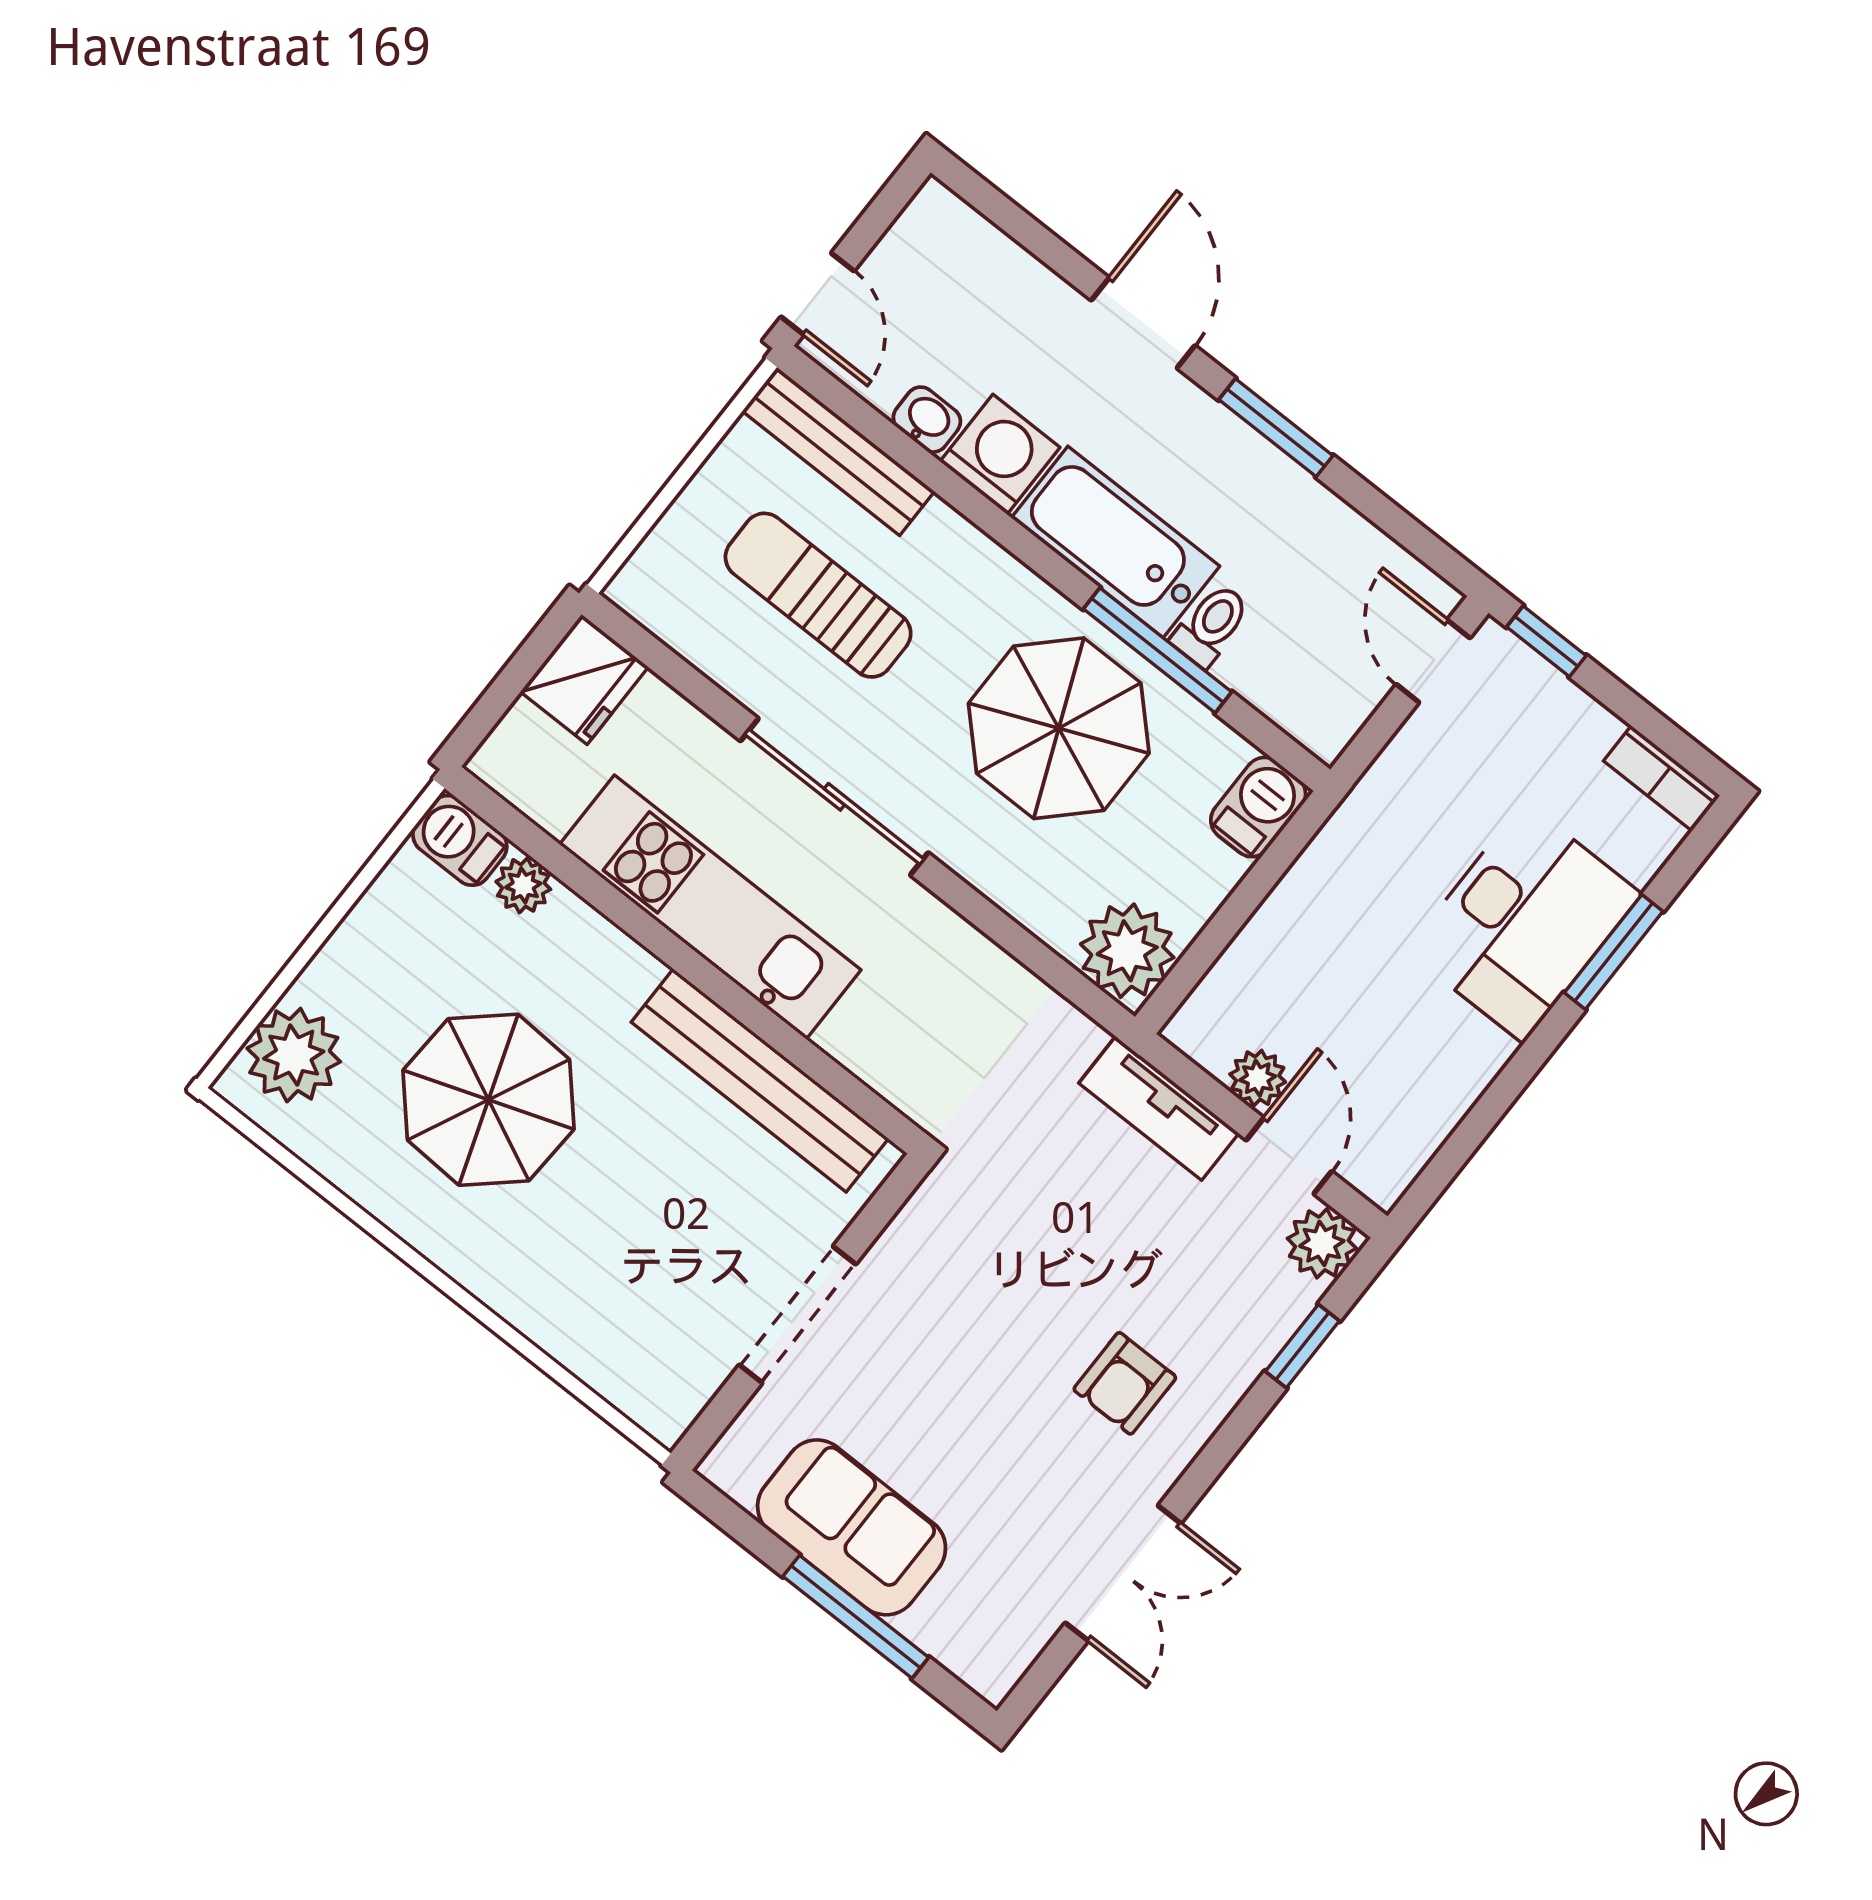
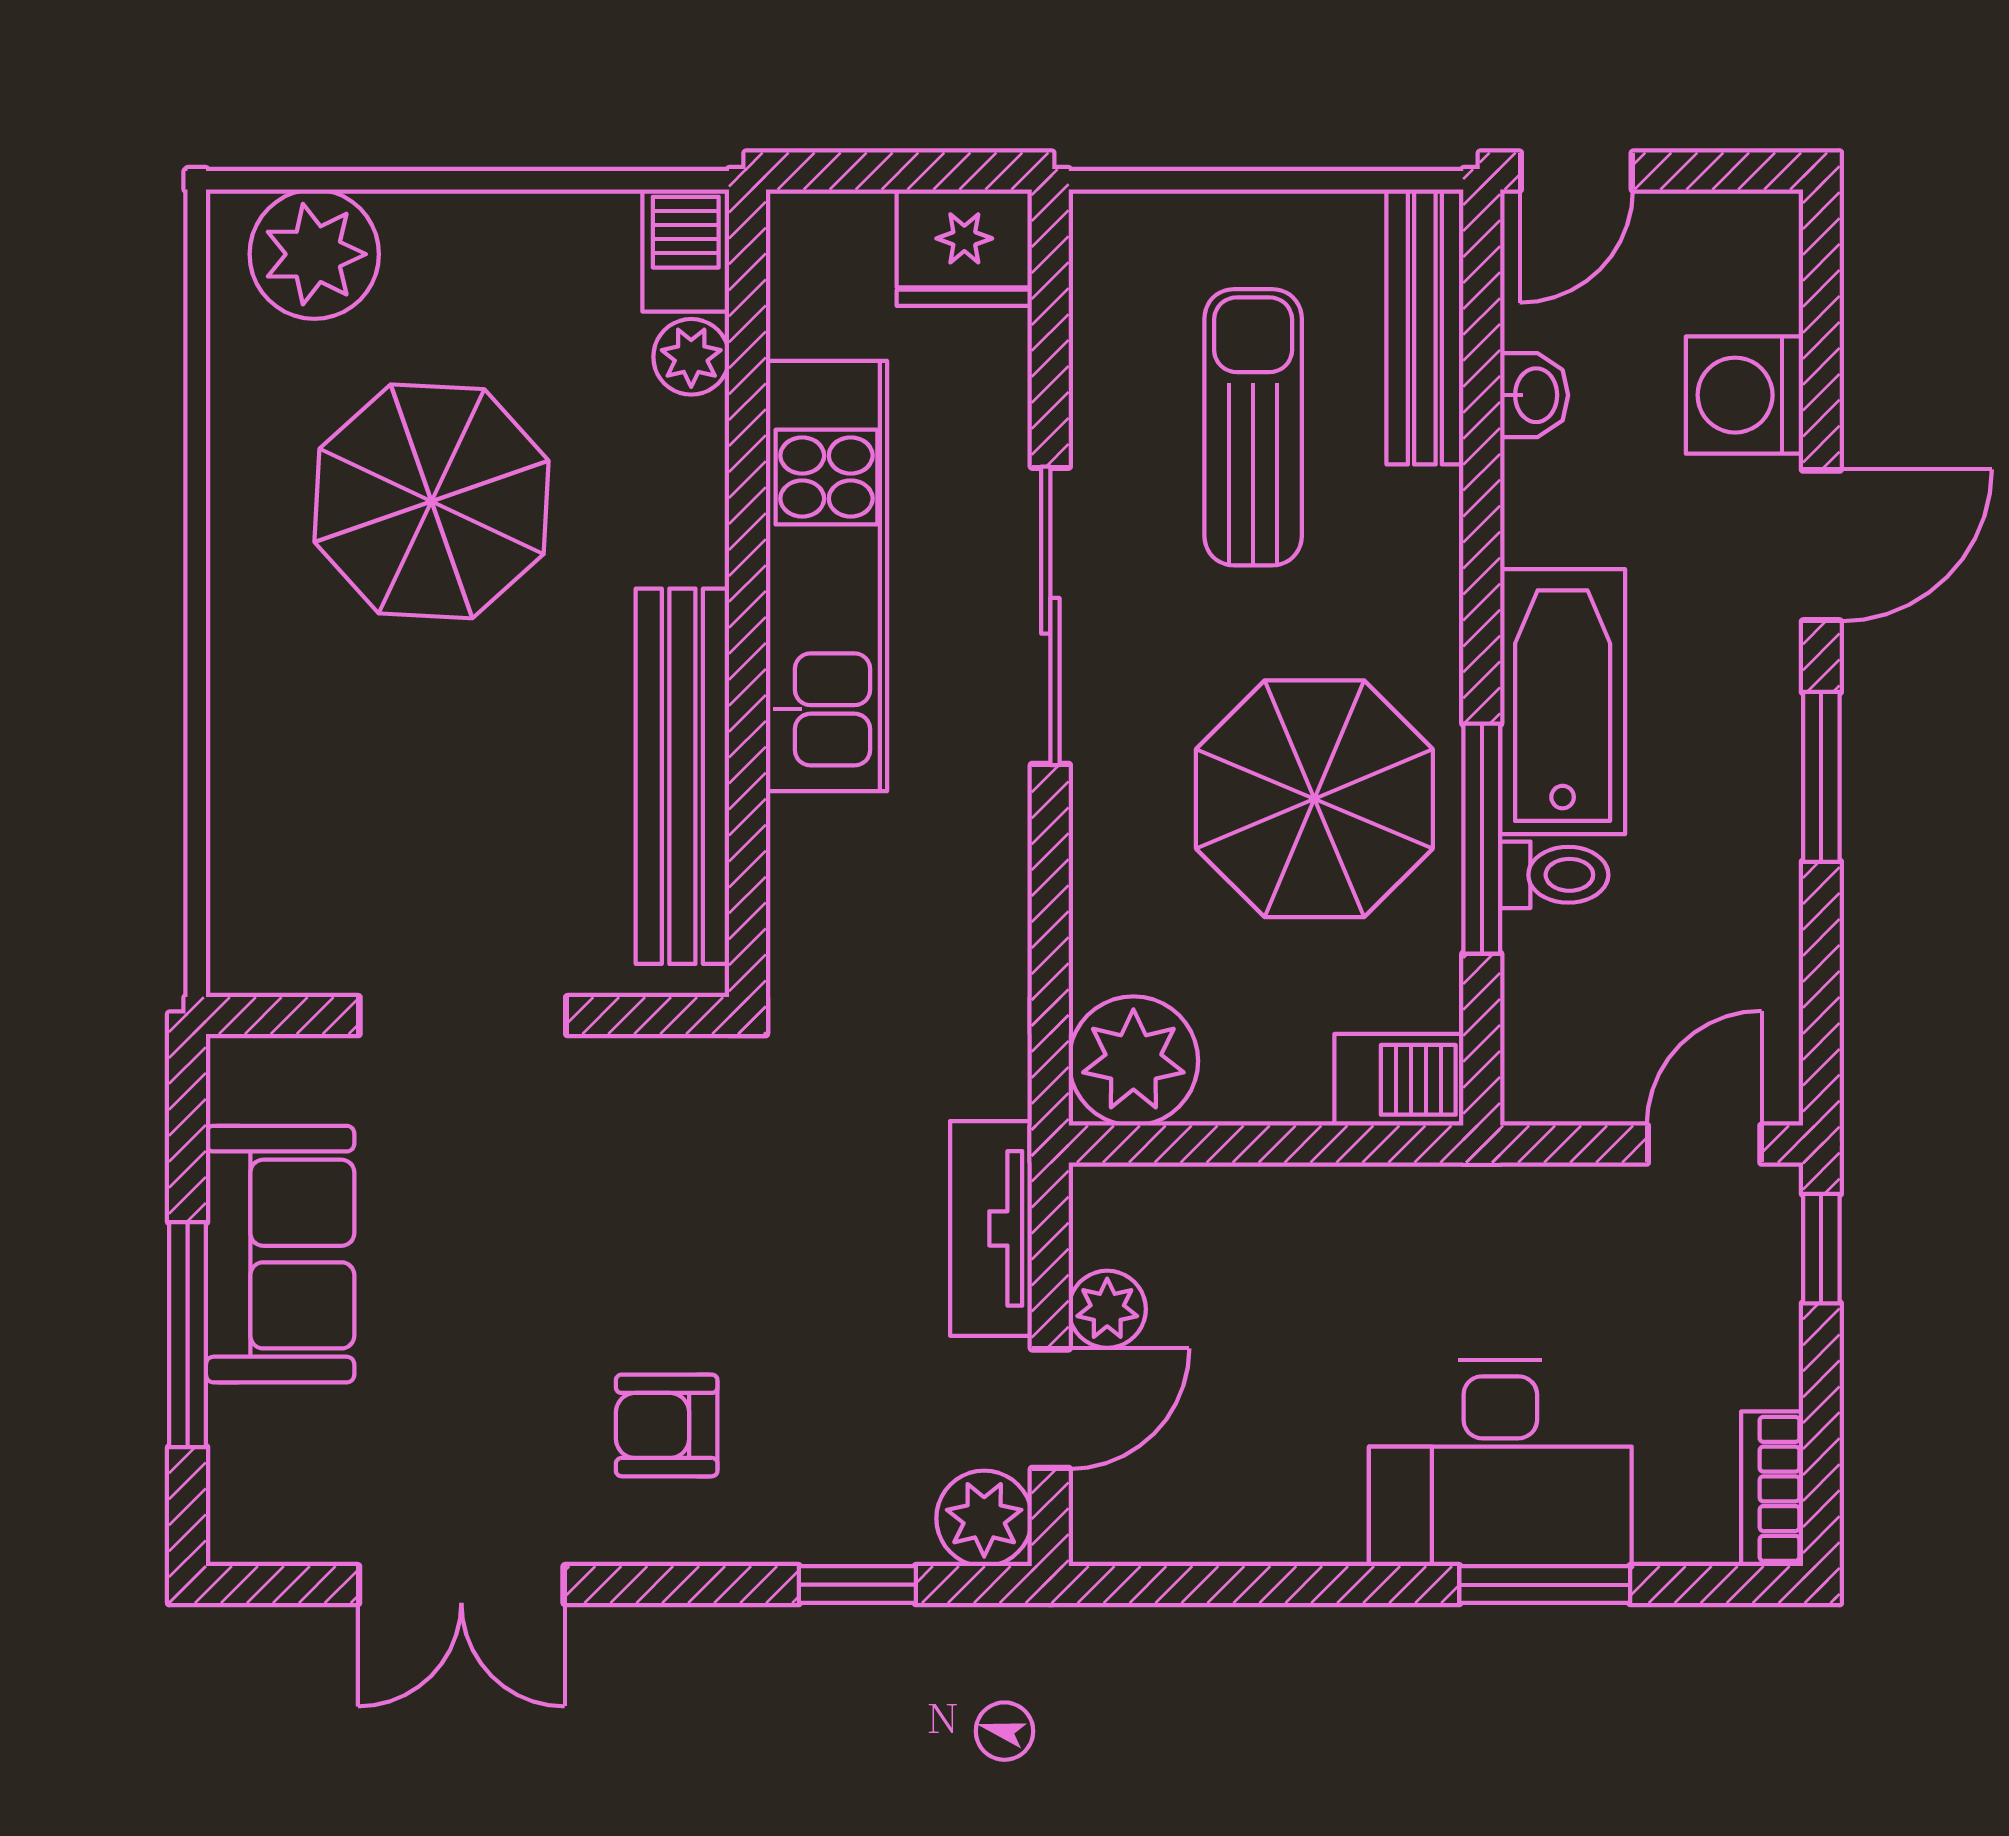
washing machine: (1000, 454) -> (1744, 395), moved, turned 180

